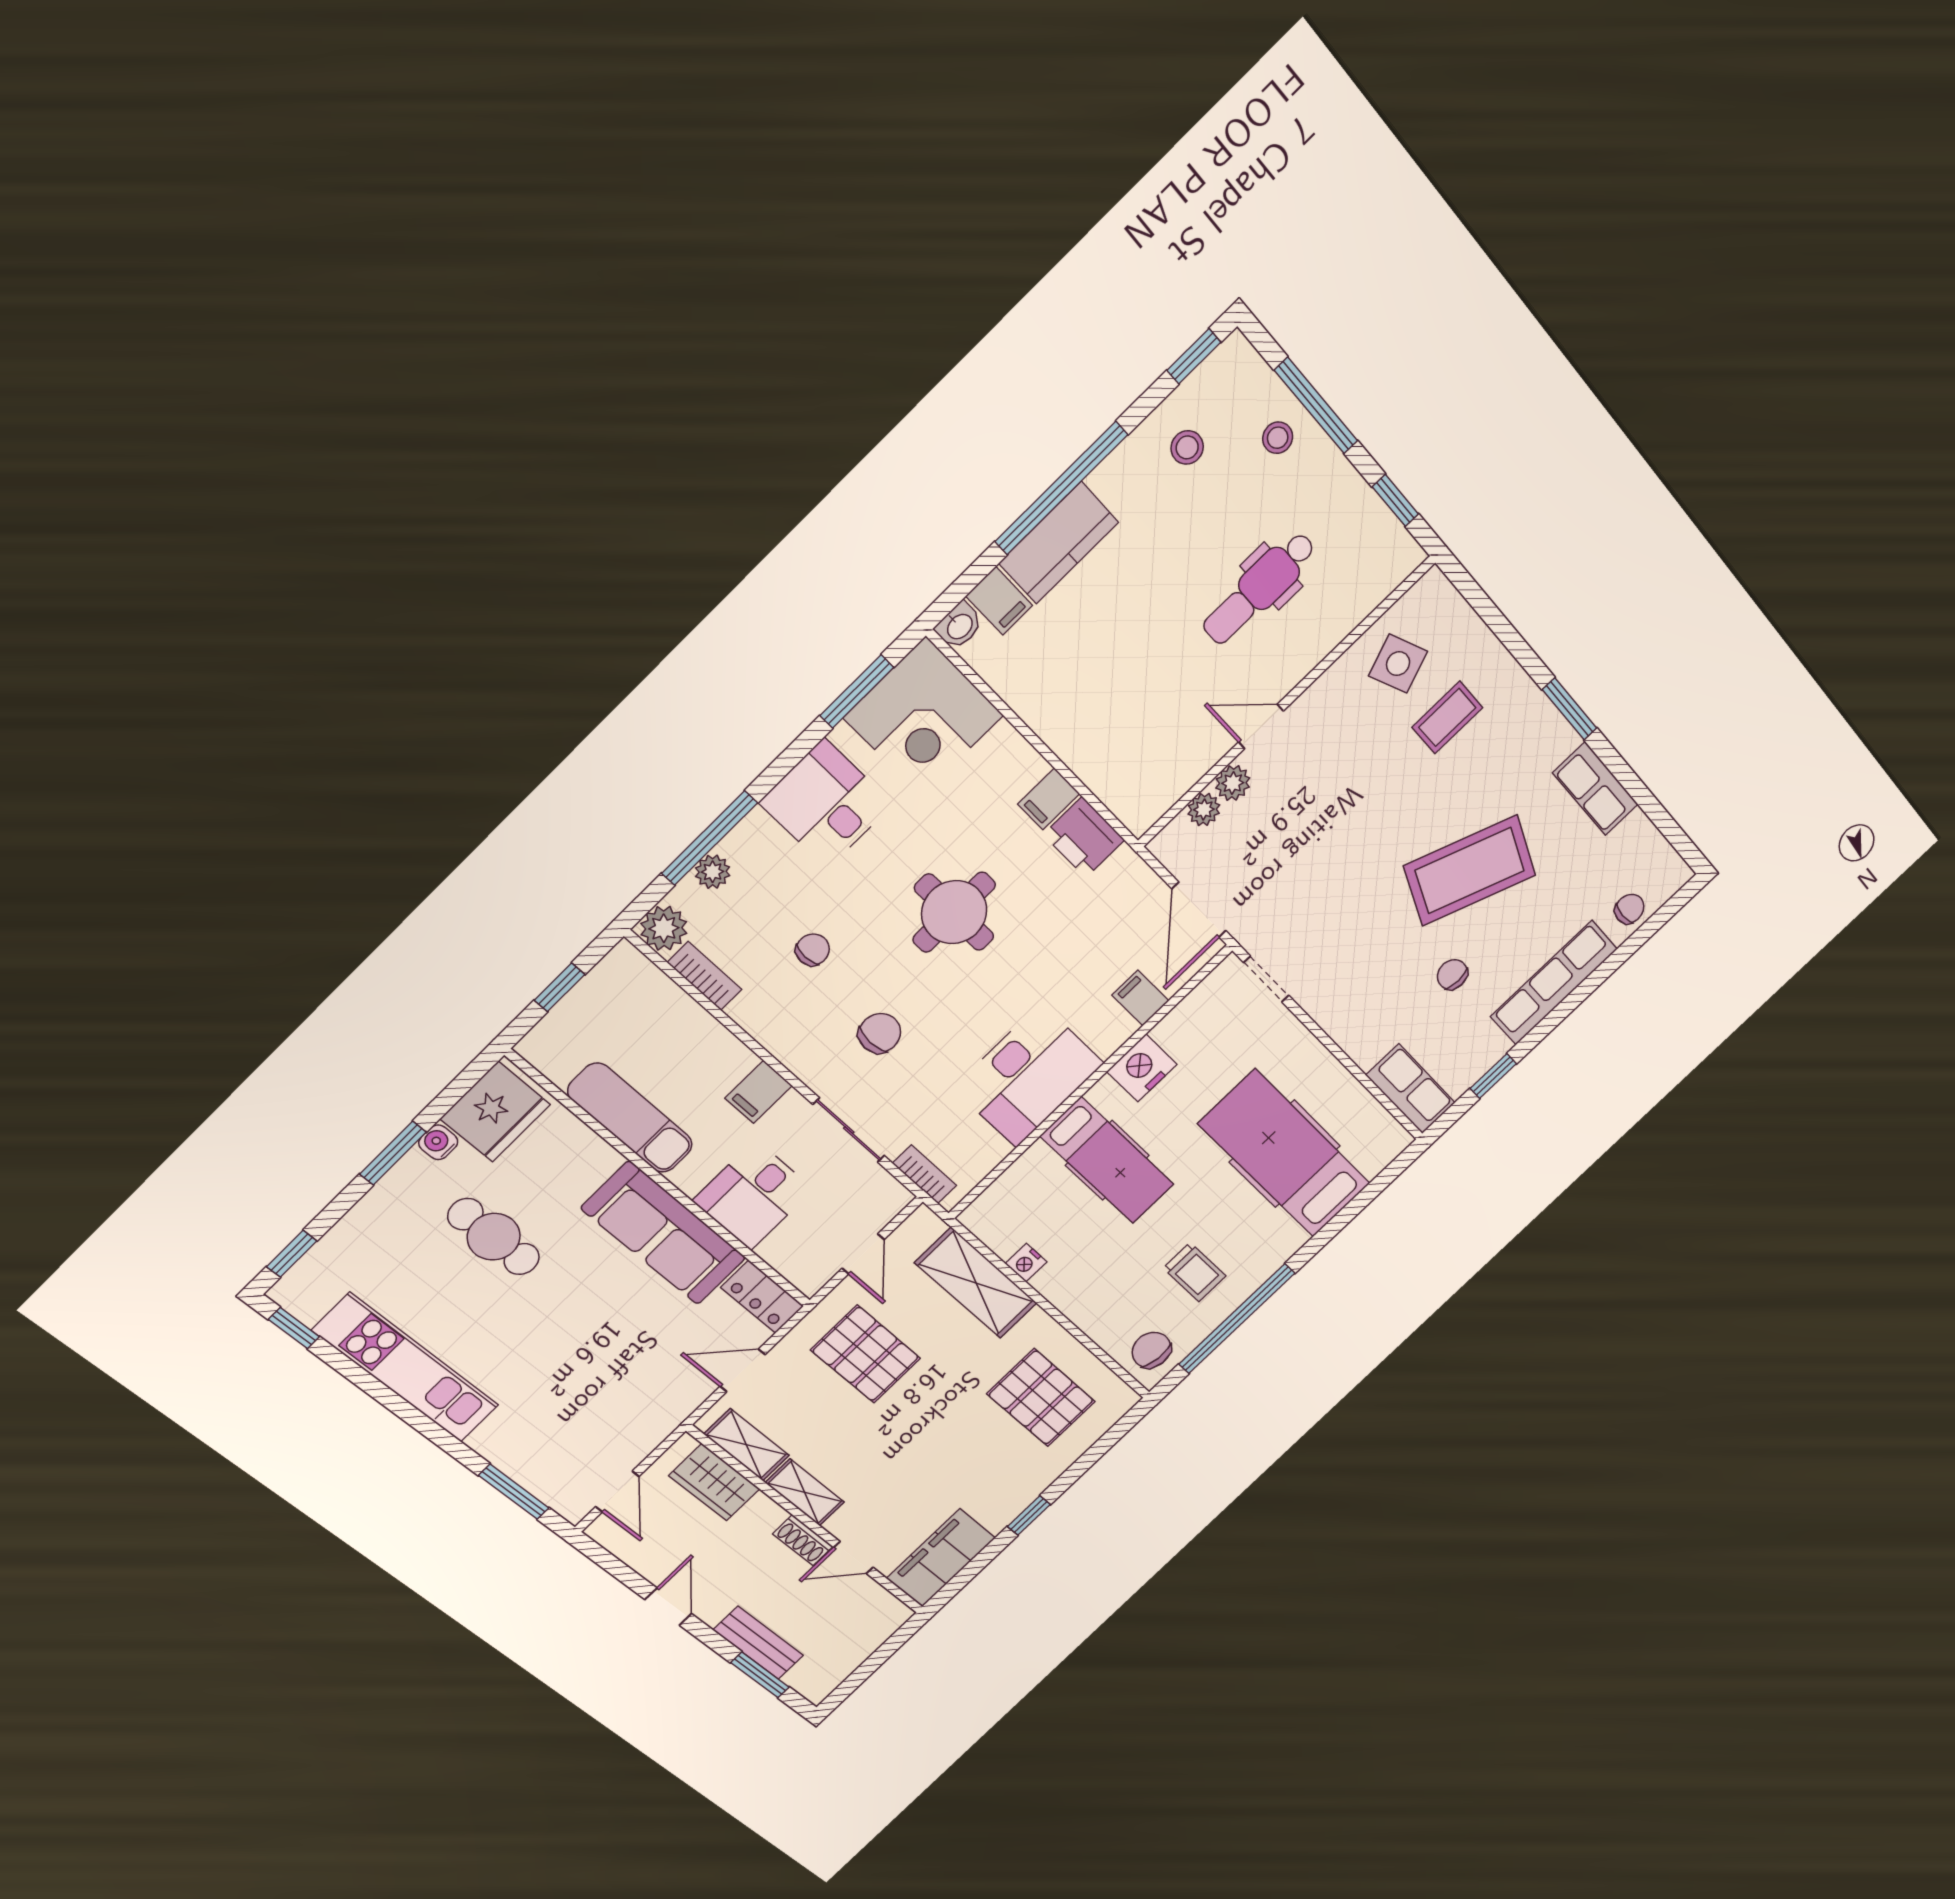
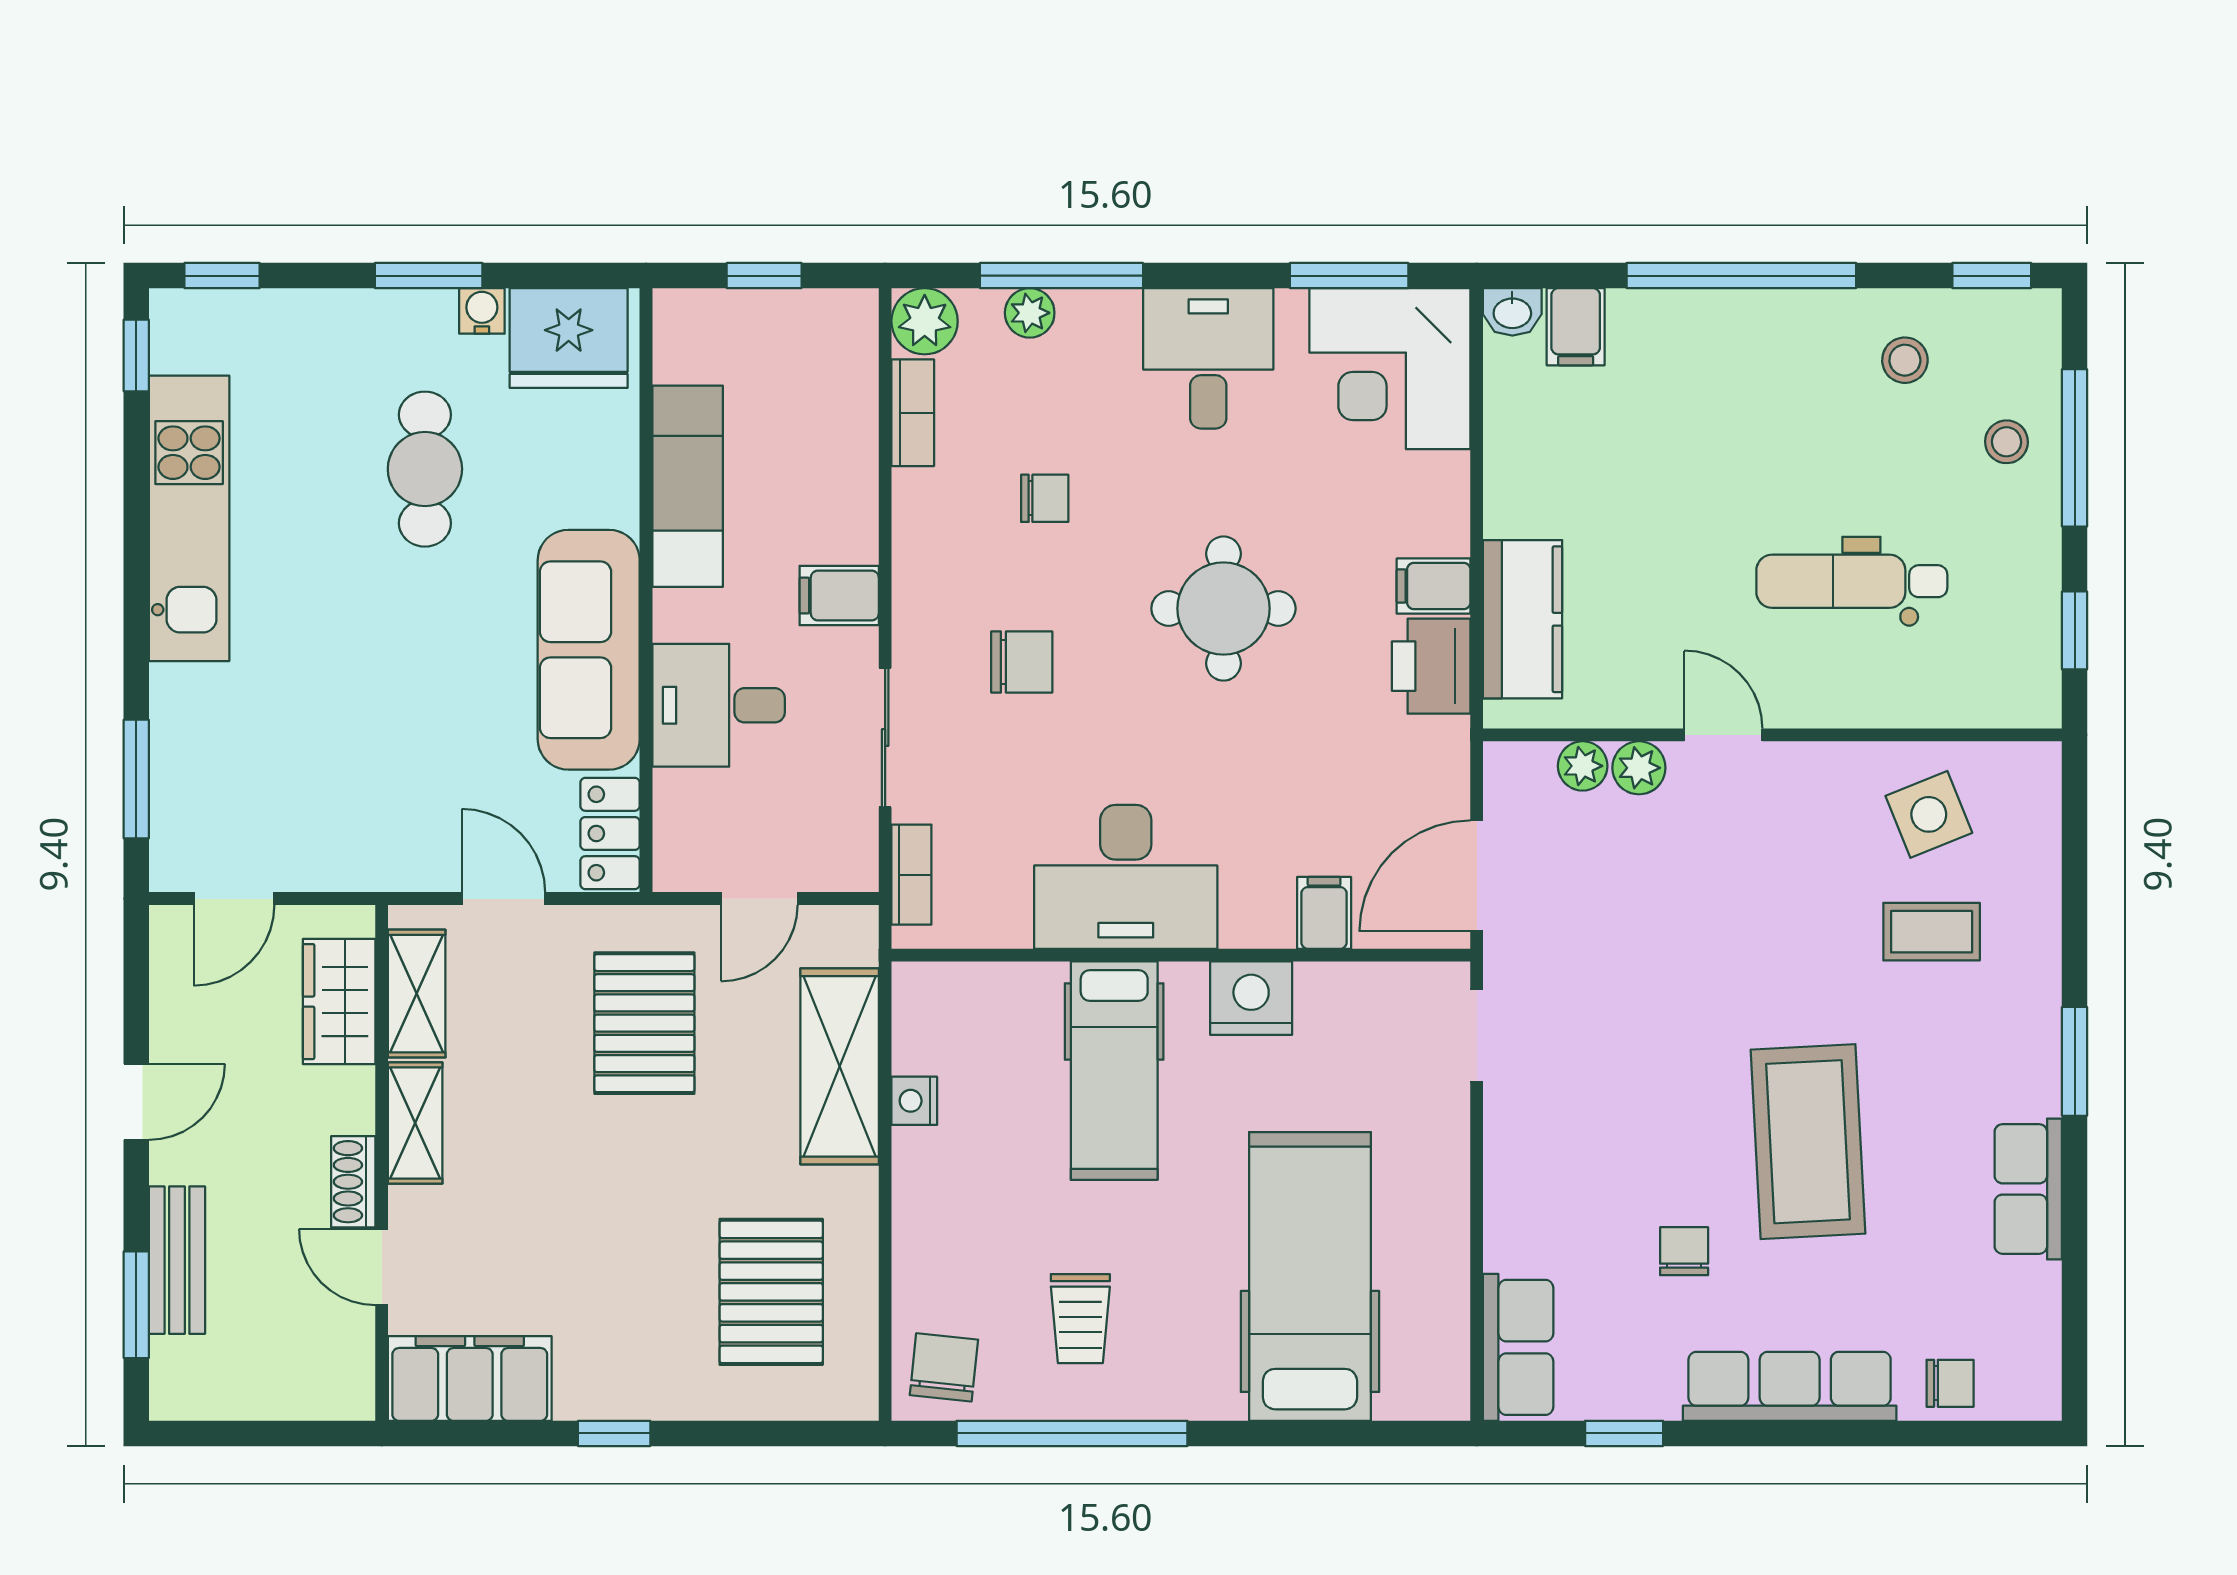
kitchen counter: (1059, 543) -> (1523, 619), moved, turned -90
coffee table: (1470, 871) -> (1808, 1142), turned 65

